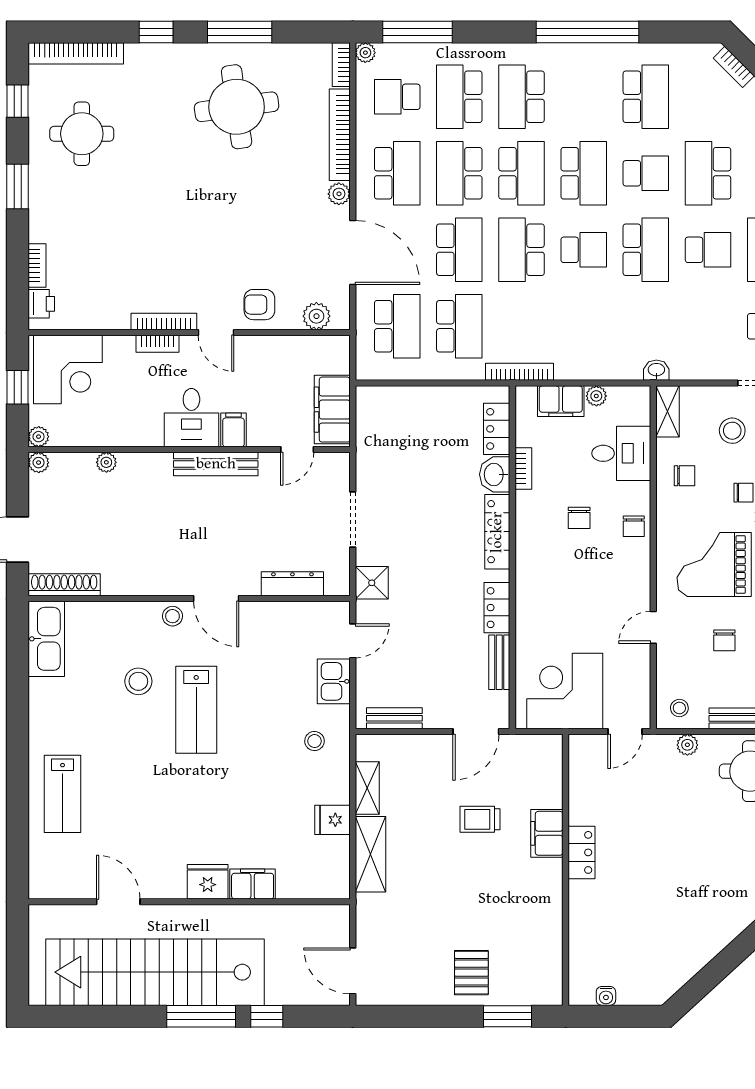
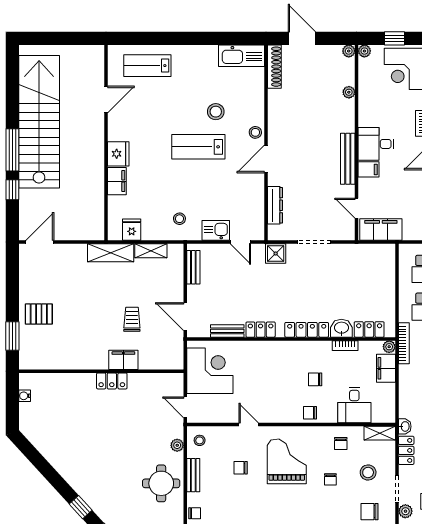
locker: (696, 368) -> (406, 450), added
plant: (596, 396) -> (389, 347), moved
fridge: (208, 882) -> (118, 154), moved
filing cabinet: (253, 884) -> (117, 181), moved
door: (118, 902) -> (106, 99), moved
wall: (189, 902) -> (106, 143), moved

